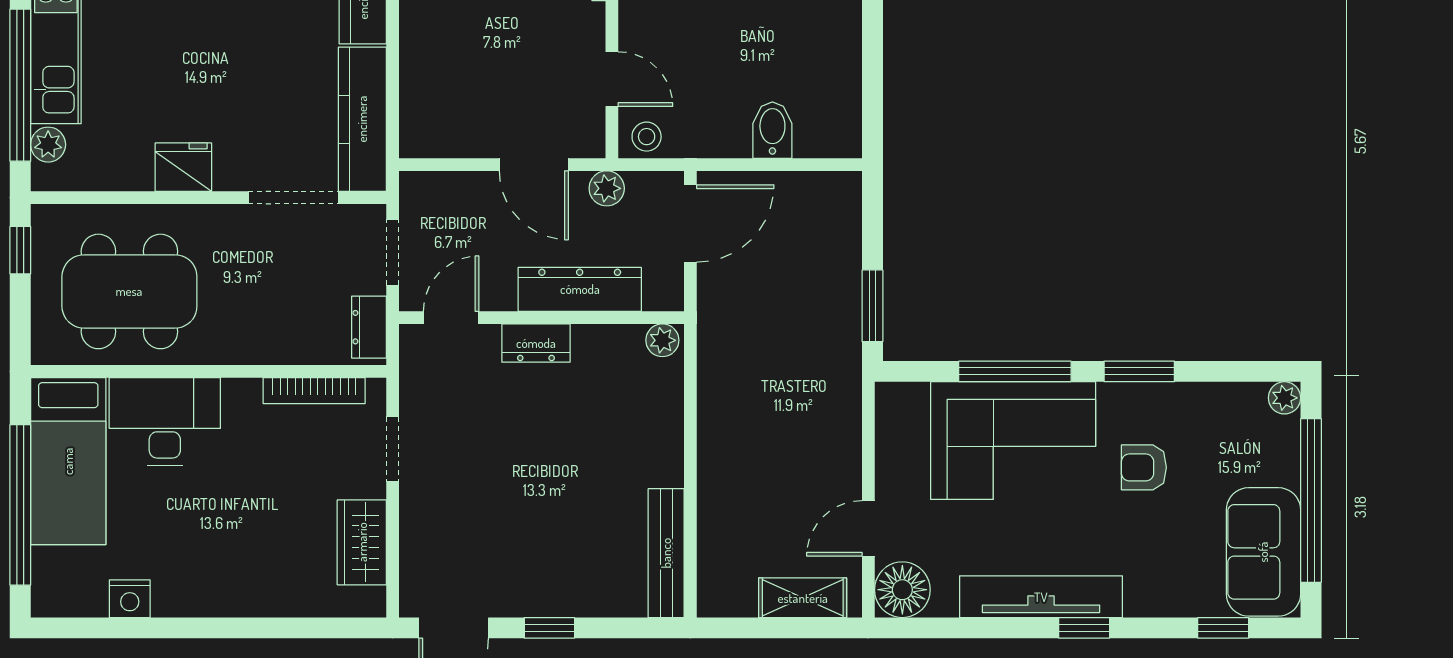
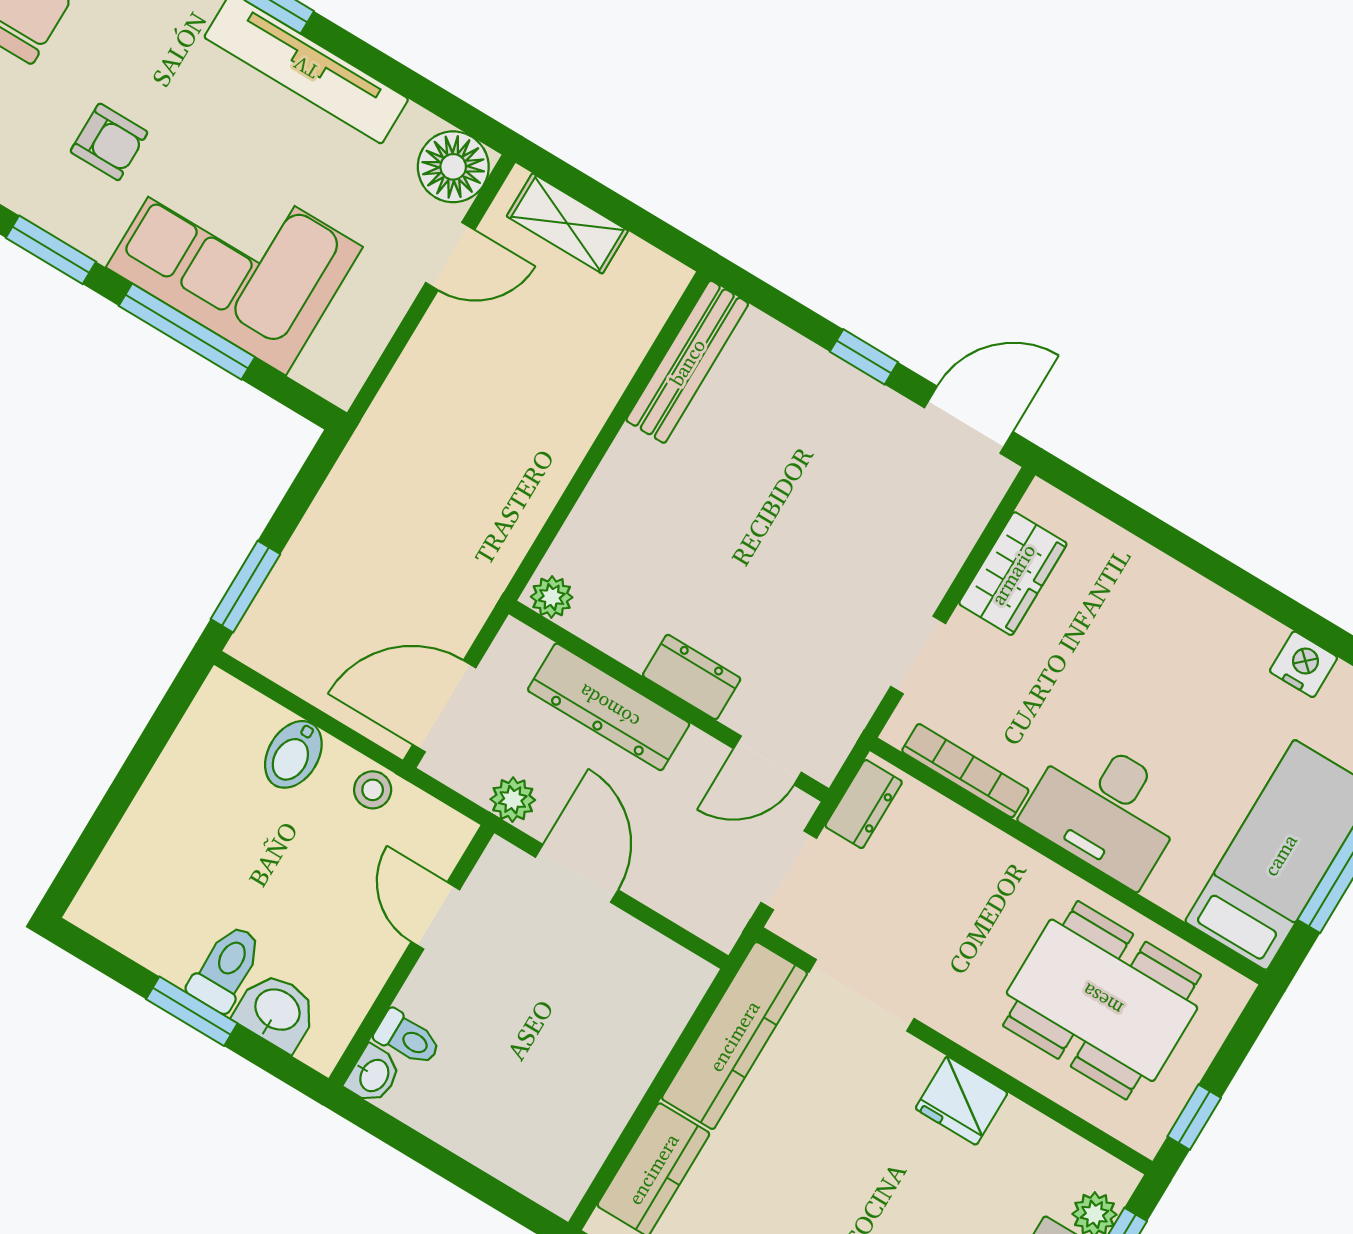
stool: (647, 137) -> (373, 790), moved
window: (872, 306) -> (245, 587), moved
desk: (165, 421) -> (1106, 809), moved

